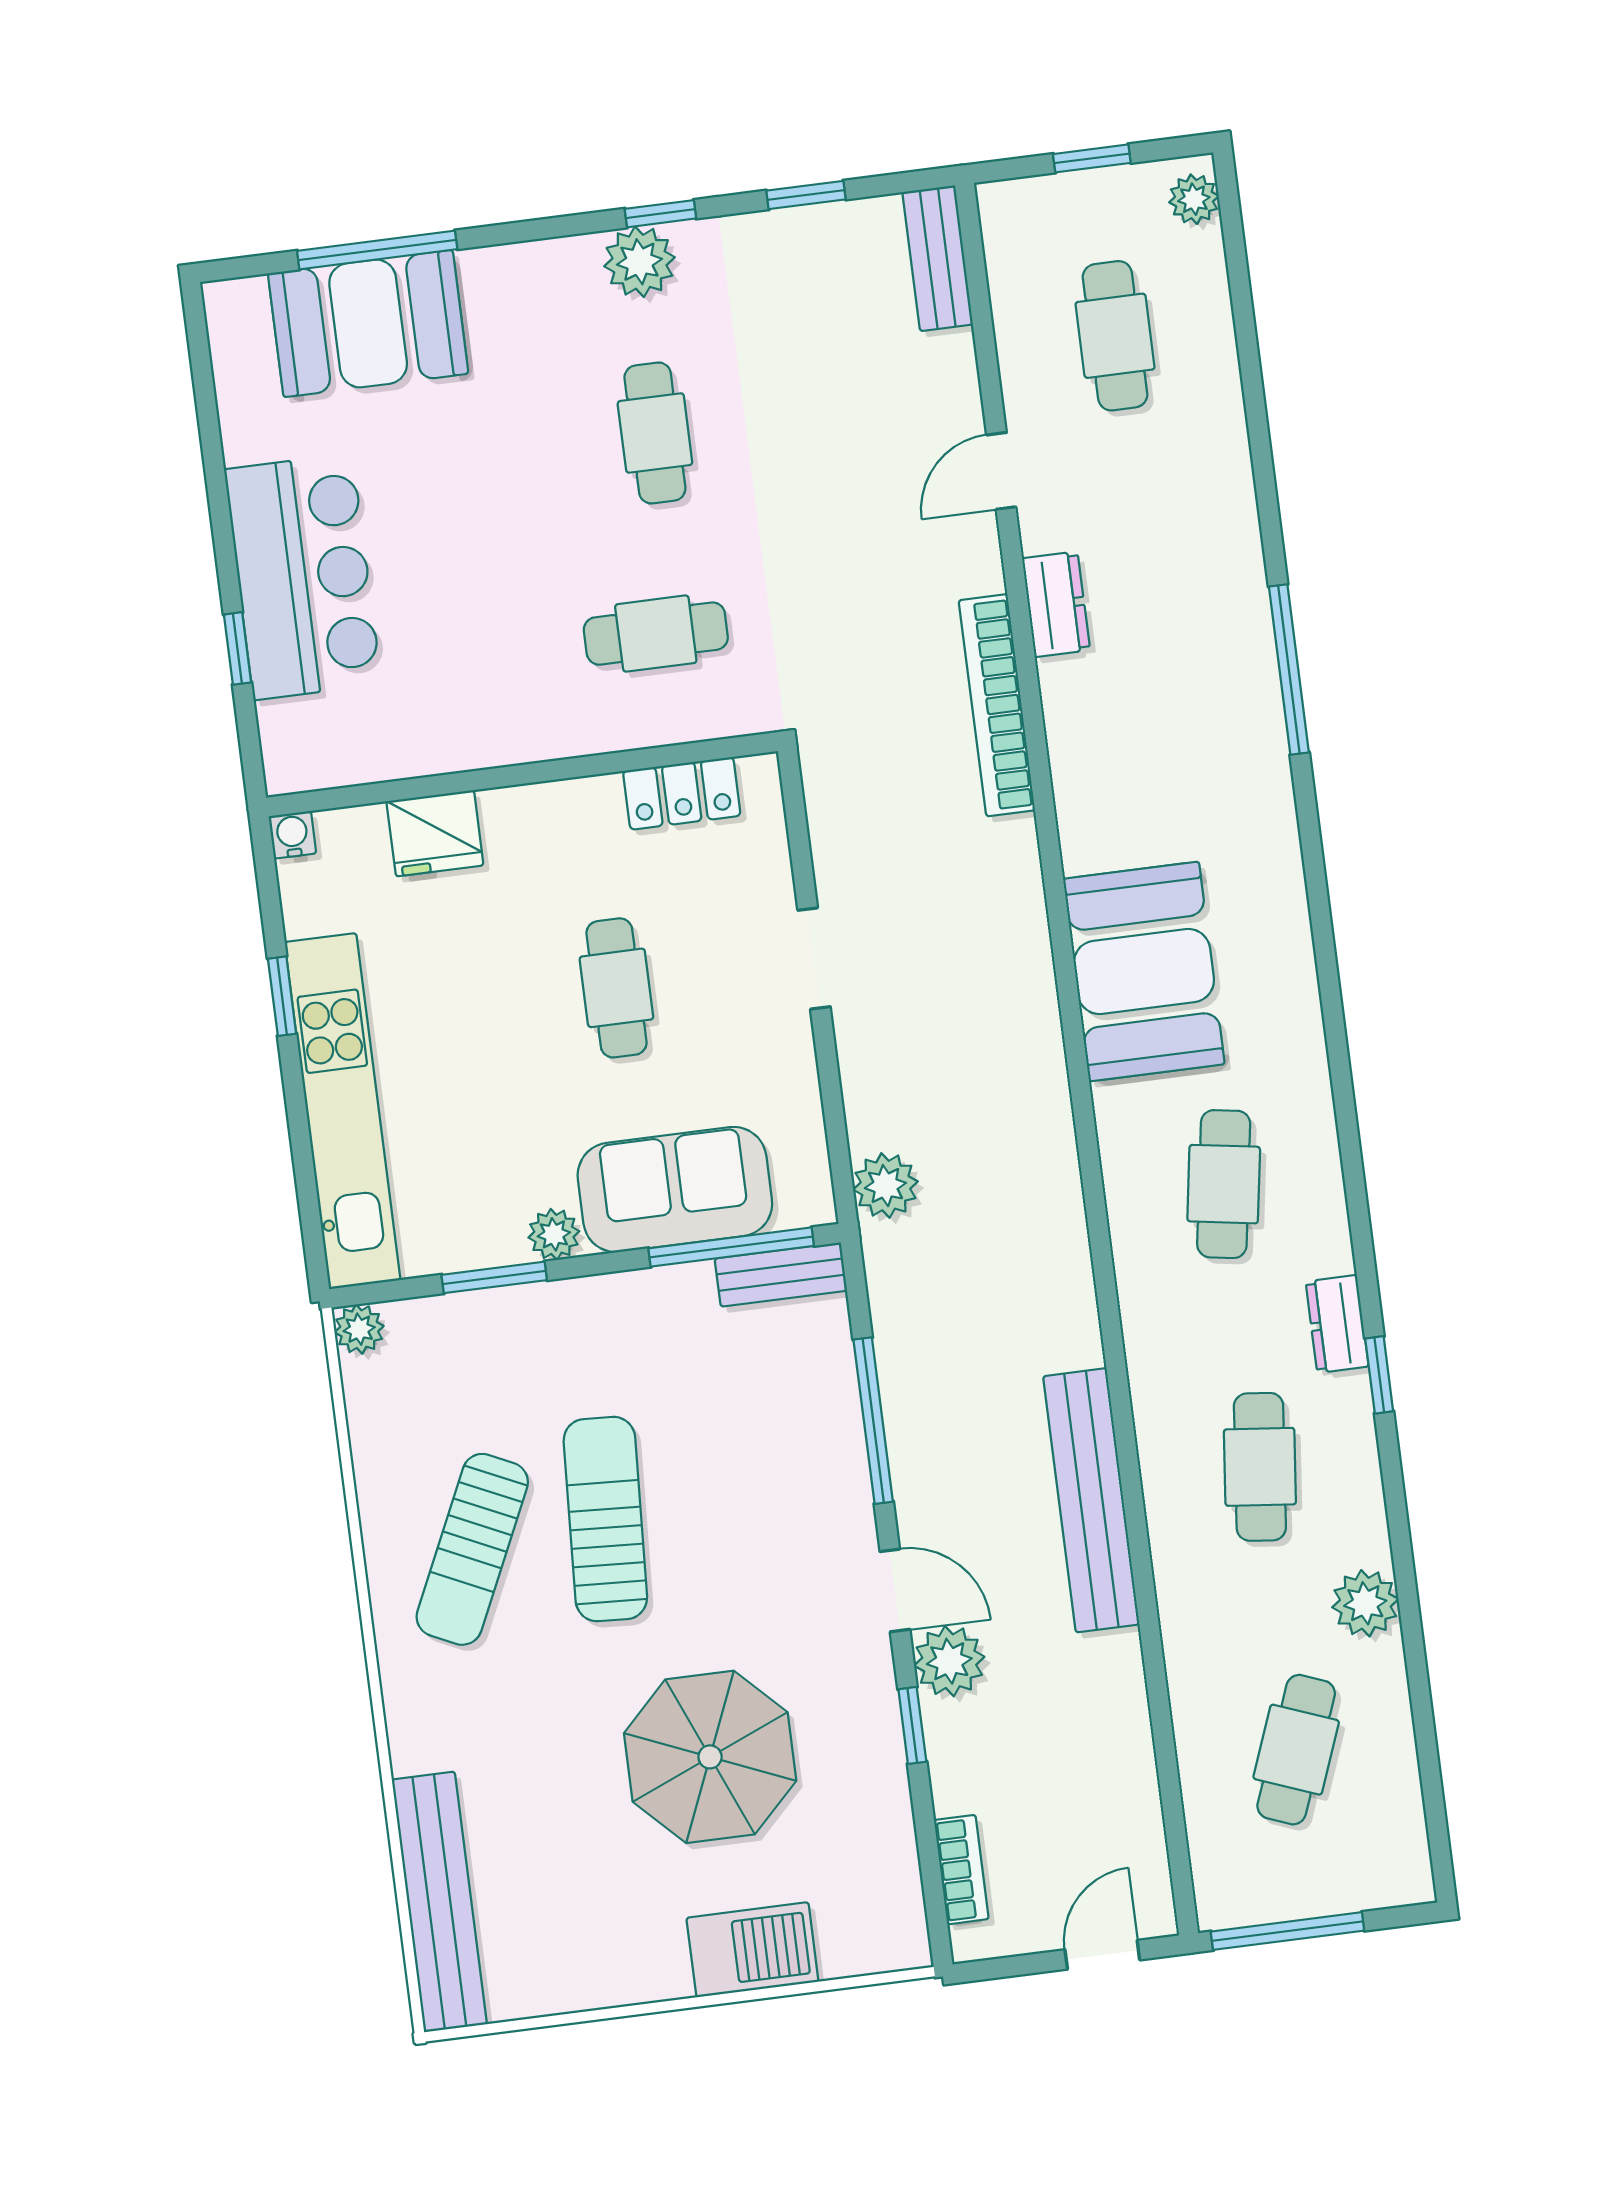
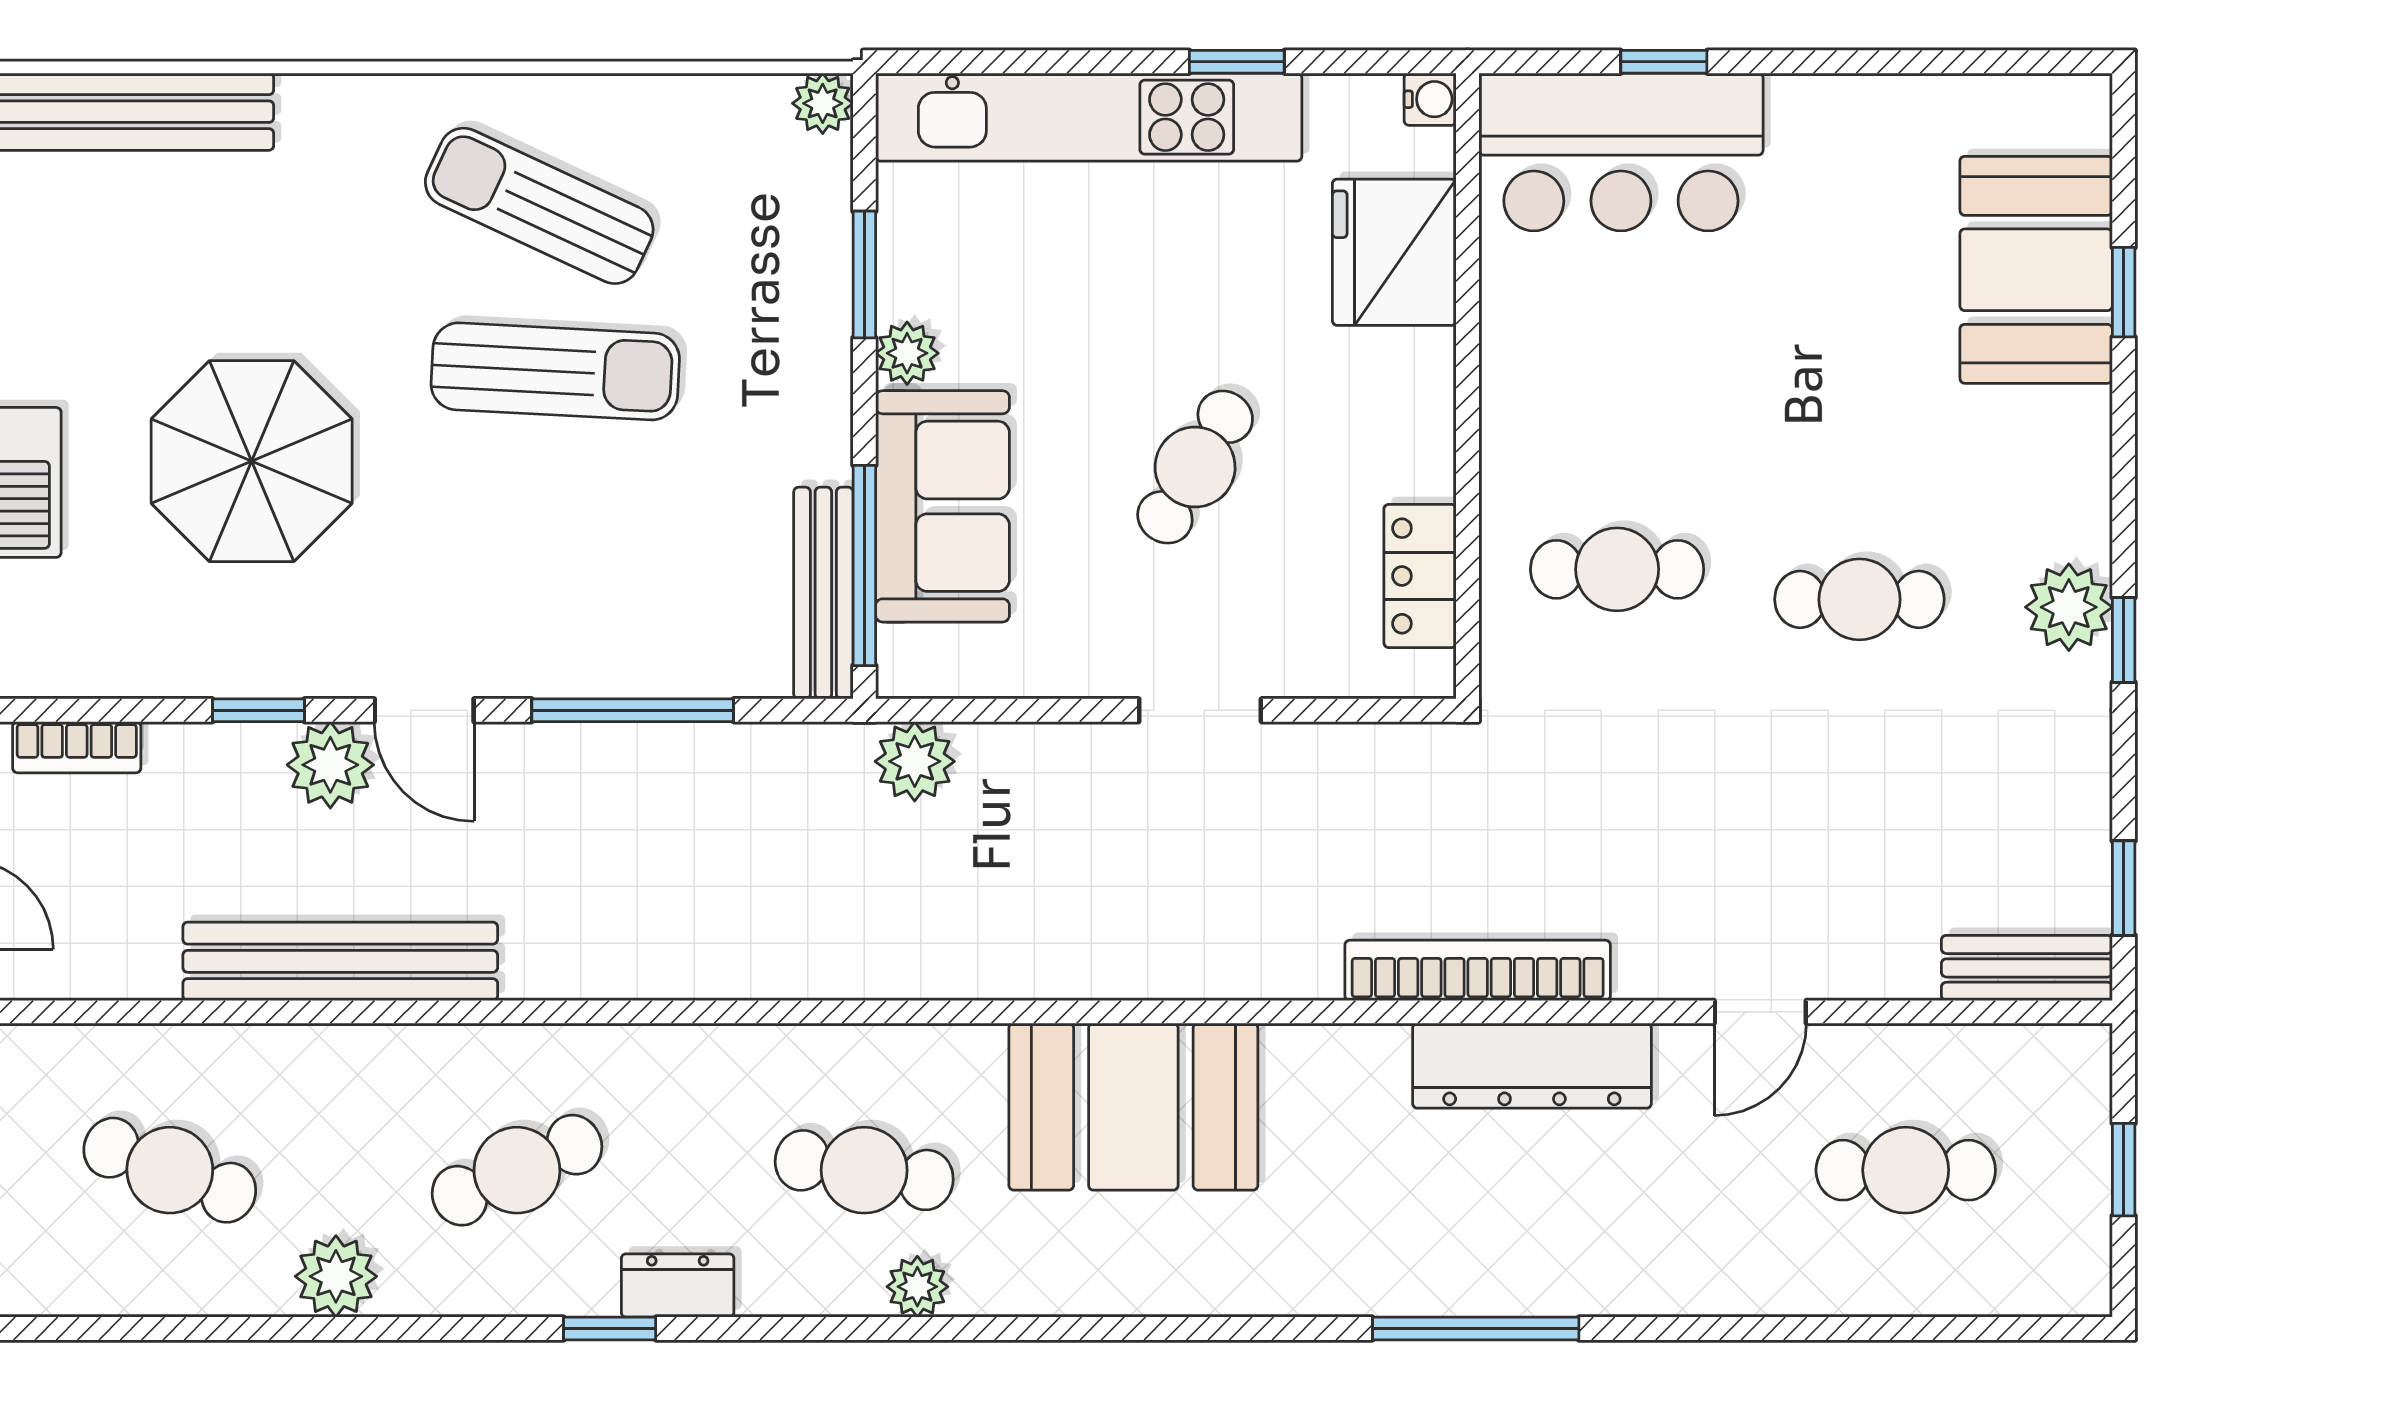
window: (806, 195) -> (2124, 888), moved
plant: (1194, 199) -> (917, 1287), moved
window: (377, 250) -> (2124, 292), width x0.46
door: (1001, 471) -> (1760, 1012), swing flipped
bar counter: (303, 577) -> (1621, 152), moved
dresser: (1056, 604) -> (1532, 1066), width x1.96, depth x1.24
cafe table: (656, 634) -> (1617, 569), turned 90
fridge: (435, 833) -> (1394, 252), width x1.36, depth x1.34
cafe table: (616, 988) -> (1195, 467), turned -59
bench: (781, 1275) -> (823, 593), width x1.36
cafe table: (1260, 1467) -> (517, 1170), turned -30
bench: (1091, 1500) -> (340, 961), moved
door: (895, 1590) -> (424, 710), hinge flipped

